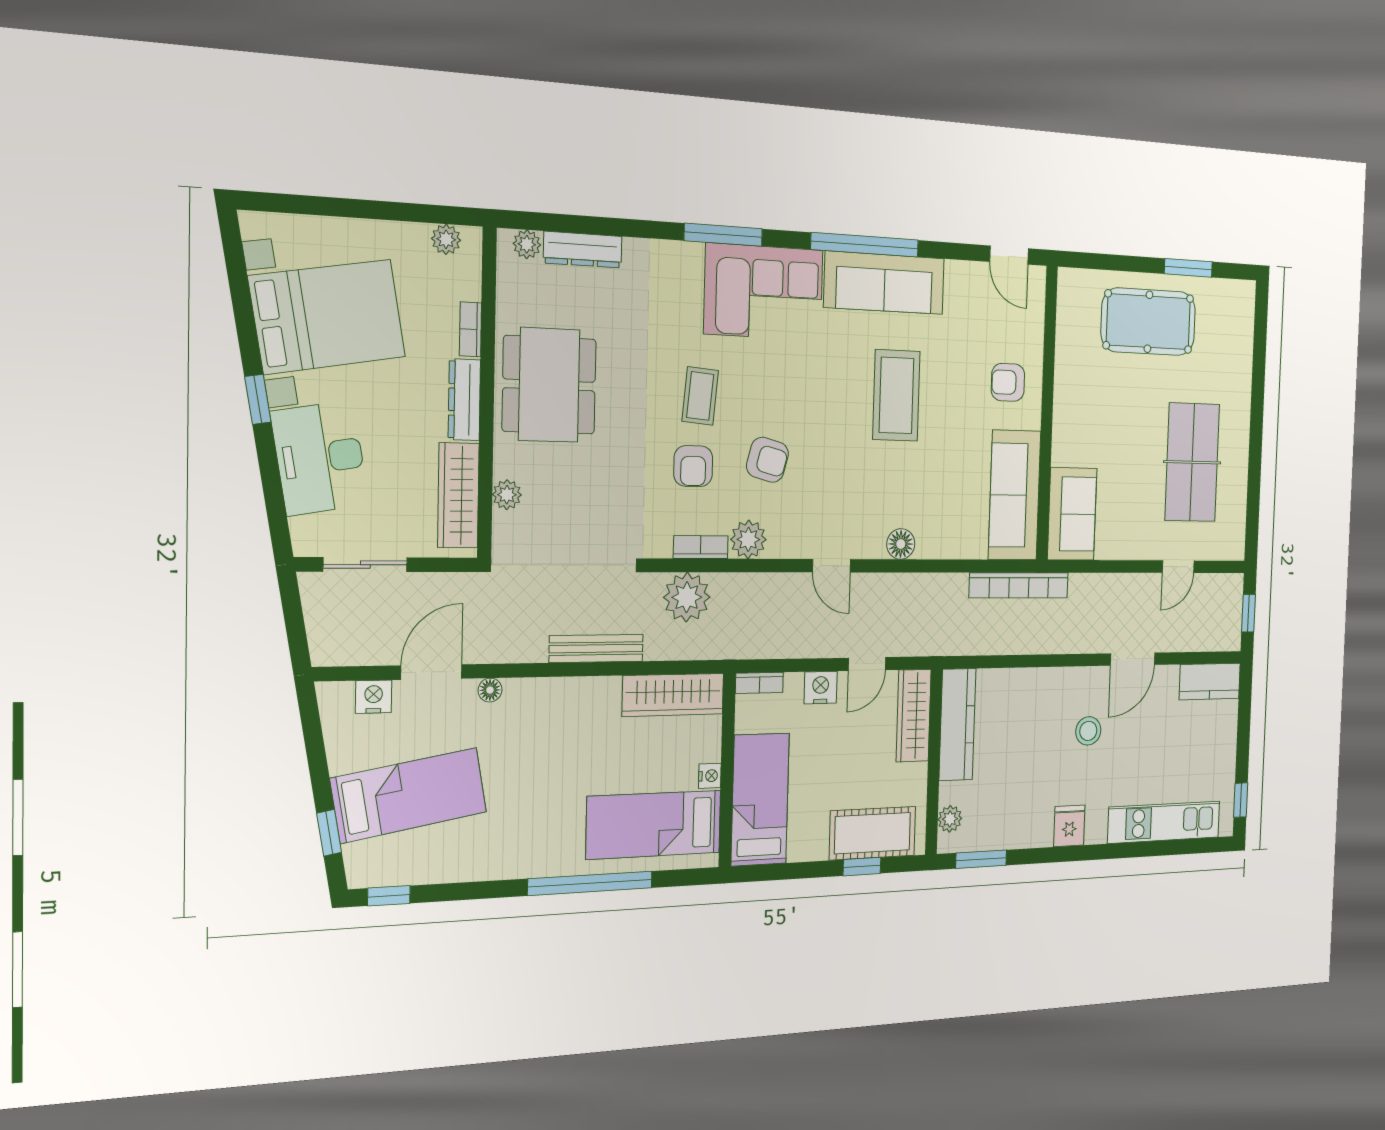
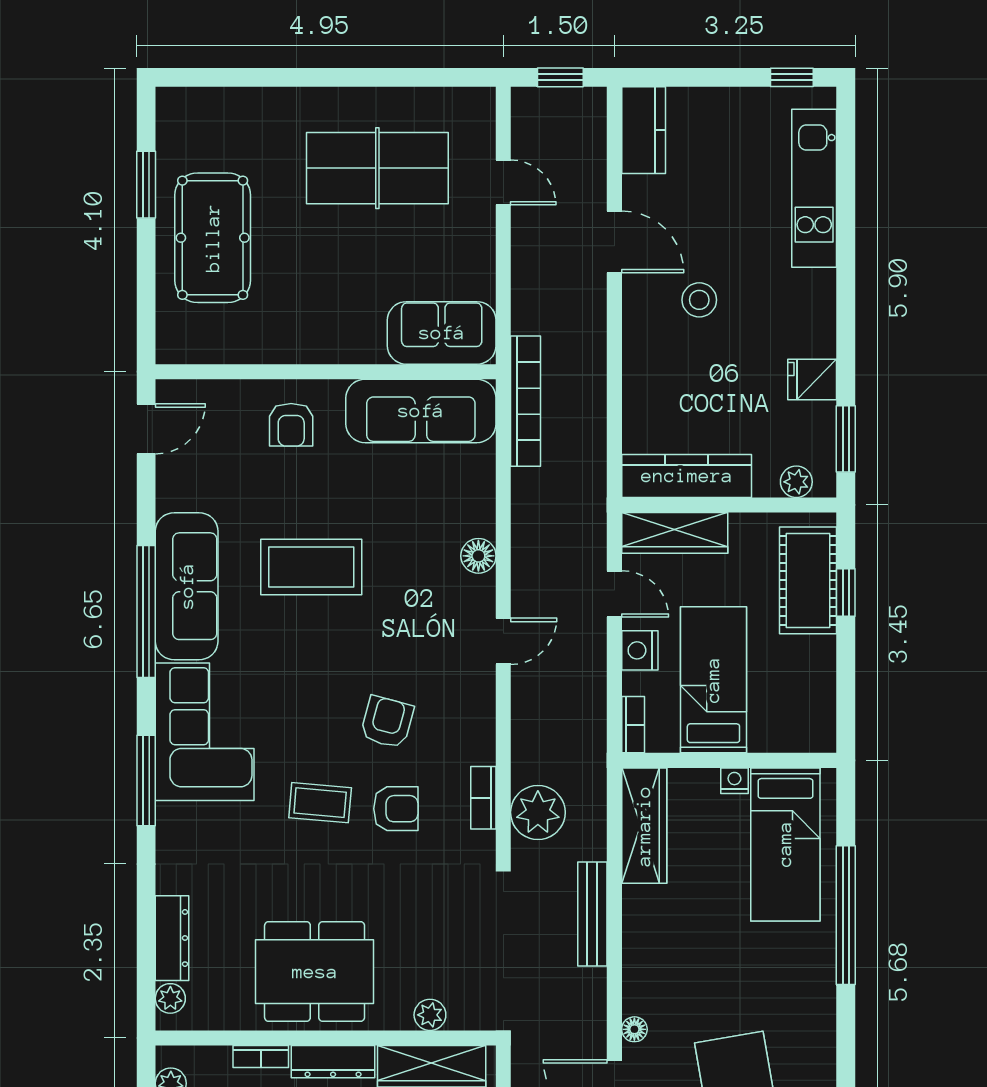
plant: (748, 539) -> (475, 742), removed
bed: (760, 800) -> (713, 680), moved, turned 90
fridge: (1069, 826) -> (812, 380), moved

